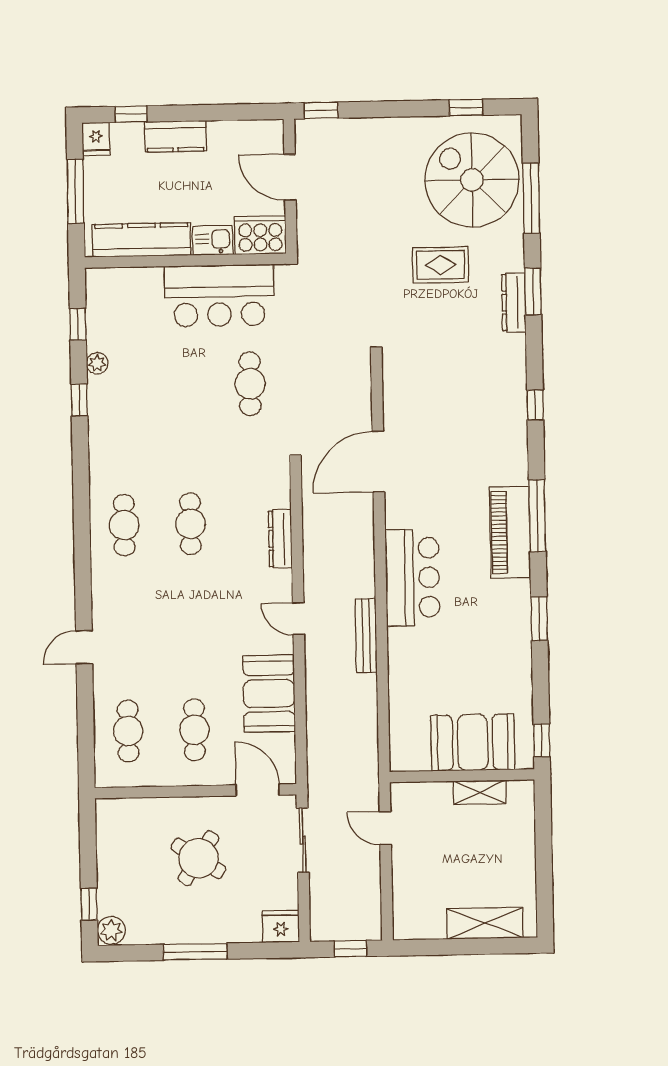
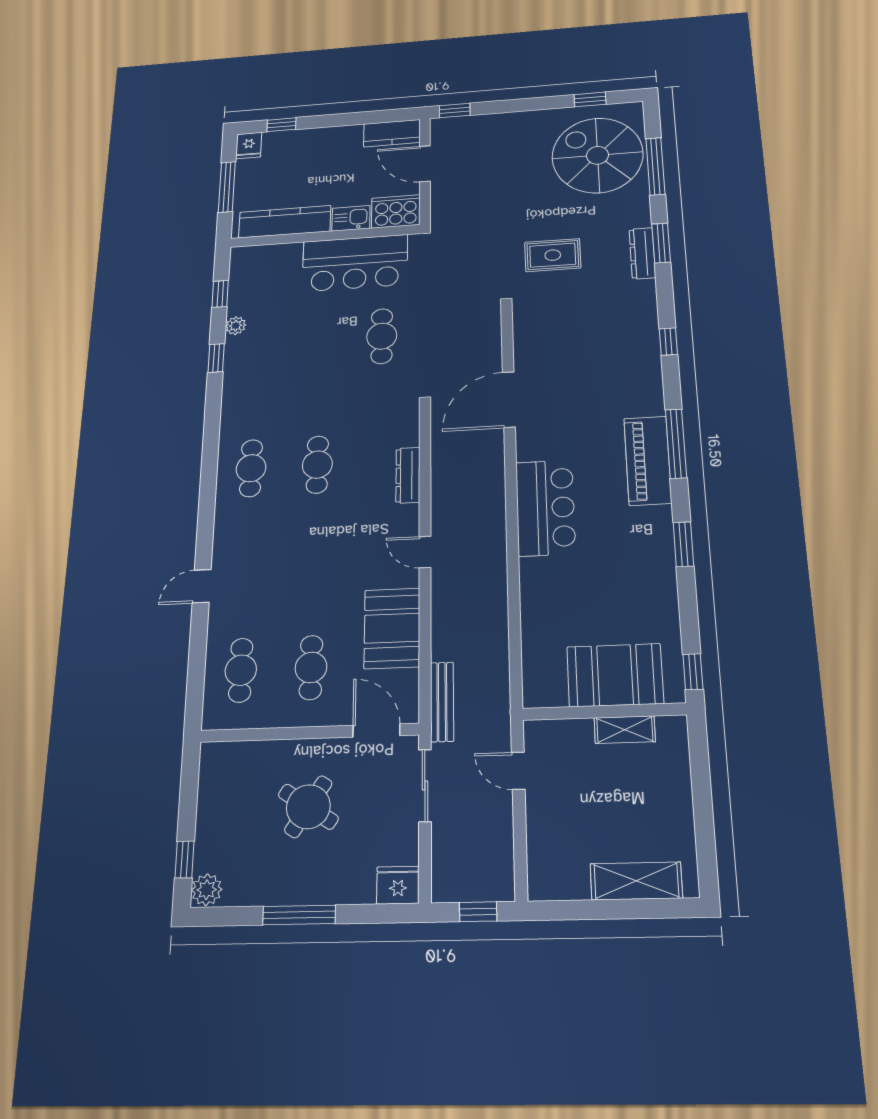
kitchen counter: (175, 136) -> (392, 133), moved
rug: (441, 265) -> (553, 255), moved
bench: (366, 636) -> (442, 702), moved

